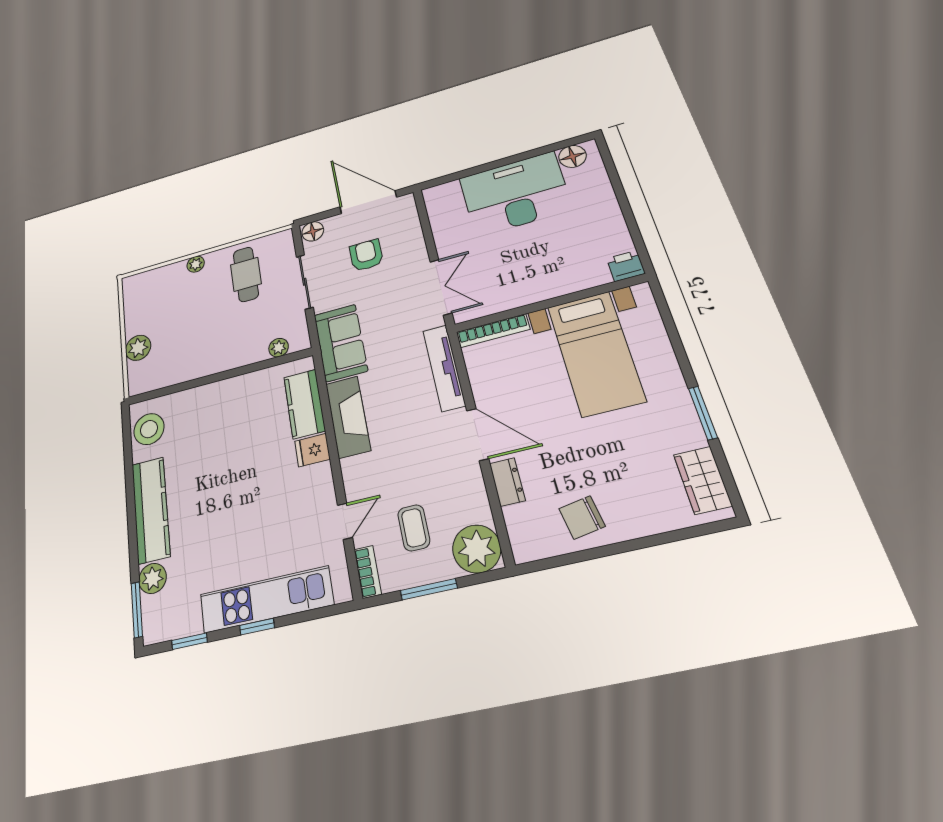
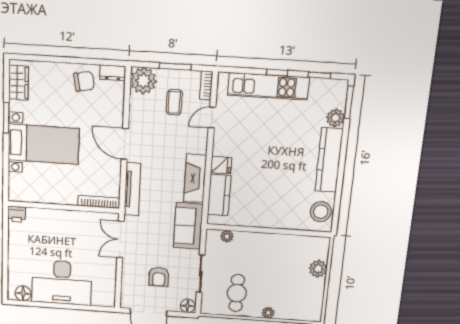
bed with nightstands: (596, 353) -> (43, 144), moved, turned 90
dresser: (507, 482) -> (113, 73), moved, turned -90

